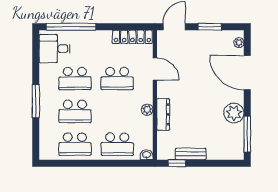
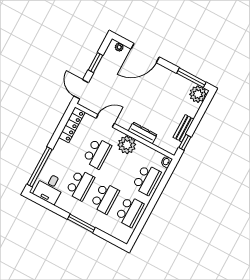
plant: (147, 110) -> (127, 145), width x1.88, depth x1.88
plant: (234, 113) -> (198, 94), moved

